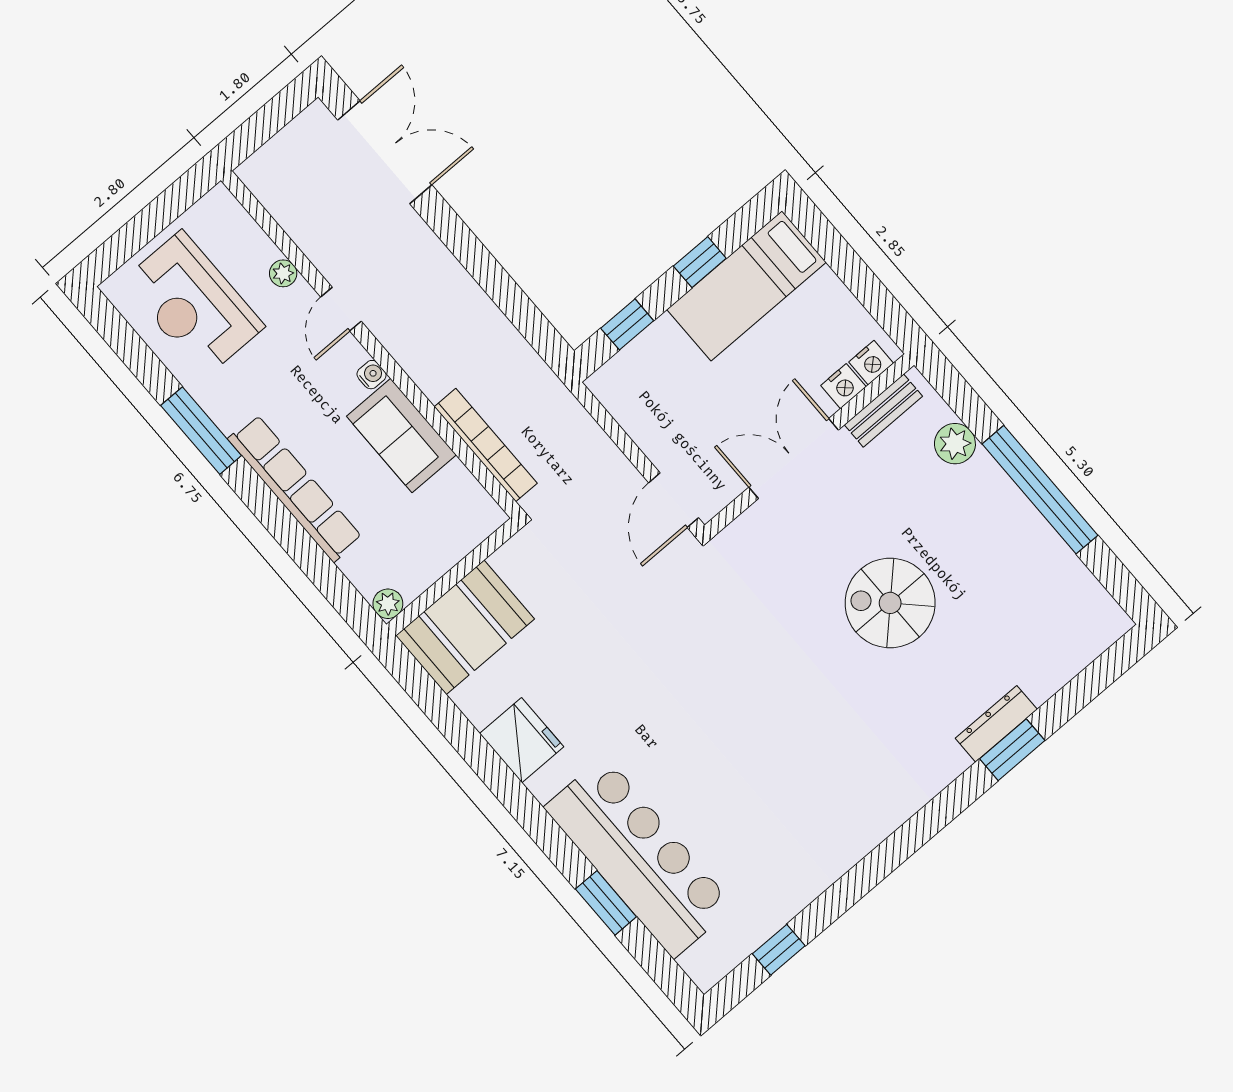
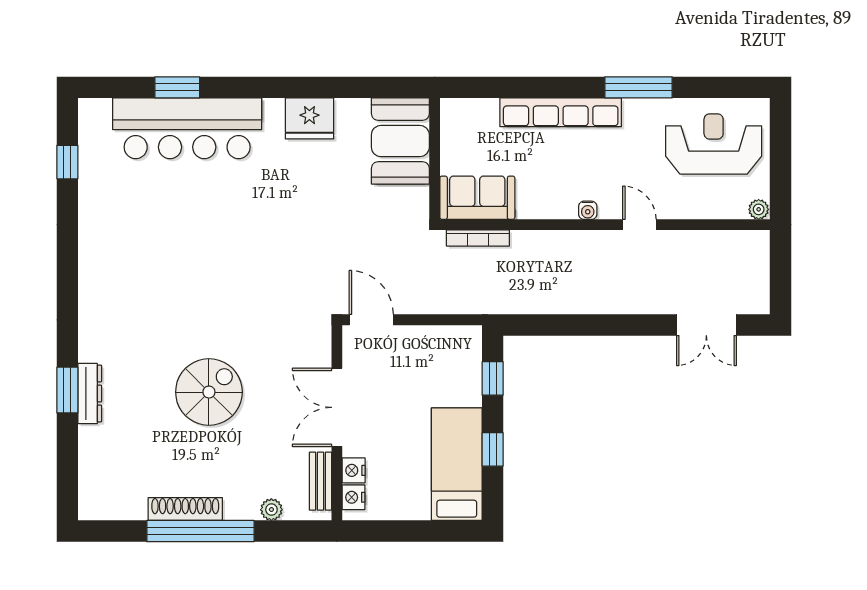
double door: (385, 152) -> (706, 325), width x0.73
plant: (283, 273) -> (759, 209), moved
sofa: (401, 436) -> (477, 198), moved
plant: (955, 444) -> (271, 510), width x0.73, depth x0.73
bookcase: (486, 445) -> (478, 238), width x0.68, depth x0.76
double door: (794, 459) -> (337, 407), swing flipped
shoe rack: (1031, 525) -> (185, 509), added
plant: (388, 604) -> (451, 109), removed

